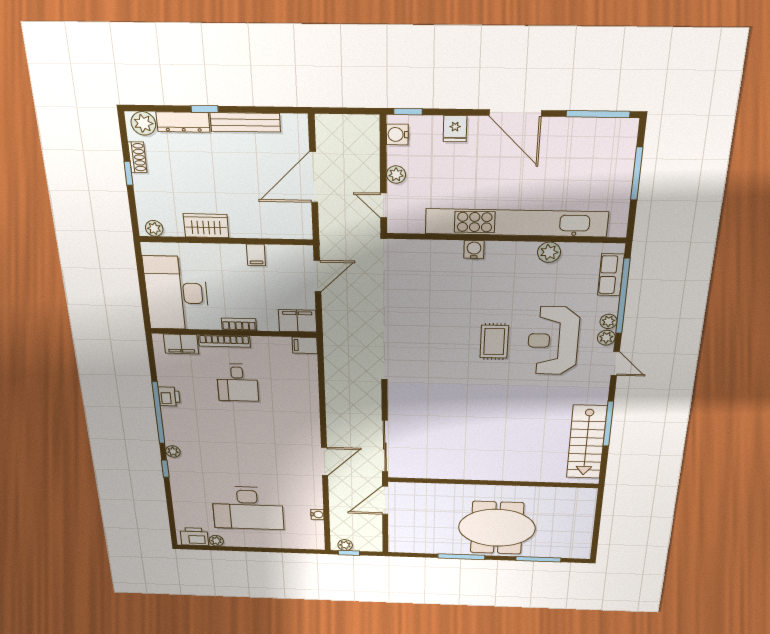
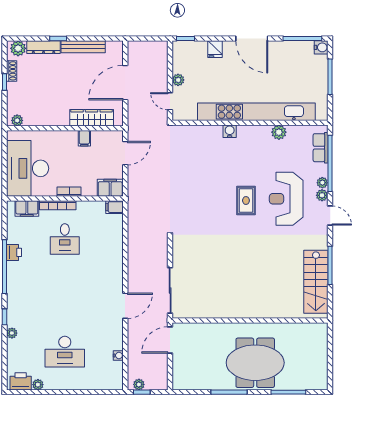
water cooler: (397, 135) -> (321, 47), moved, turned 180
wardrobe: (206, 226) -> (92, 118), moved, width x1.50
plant: (173, 451) -> (12, 333), moved
desk: (248, 508) -> (65, 352), width x0.73, depth x0.77

